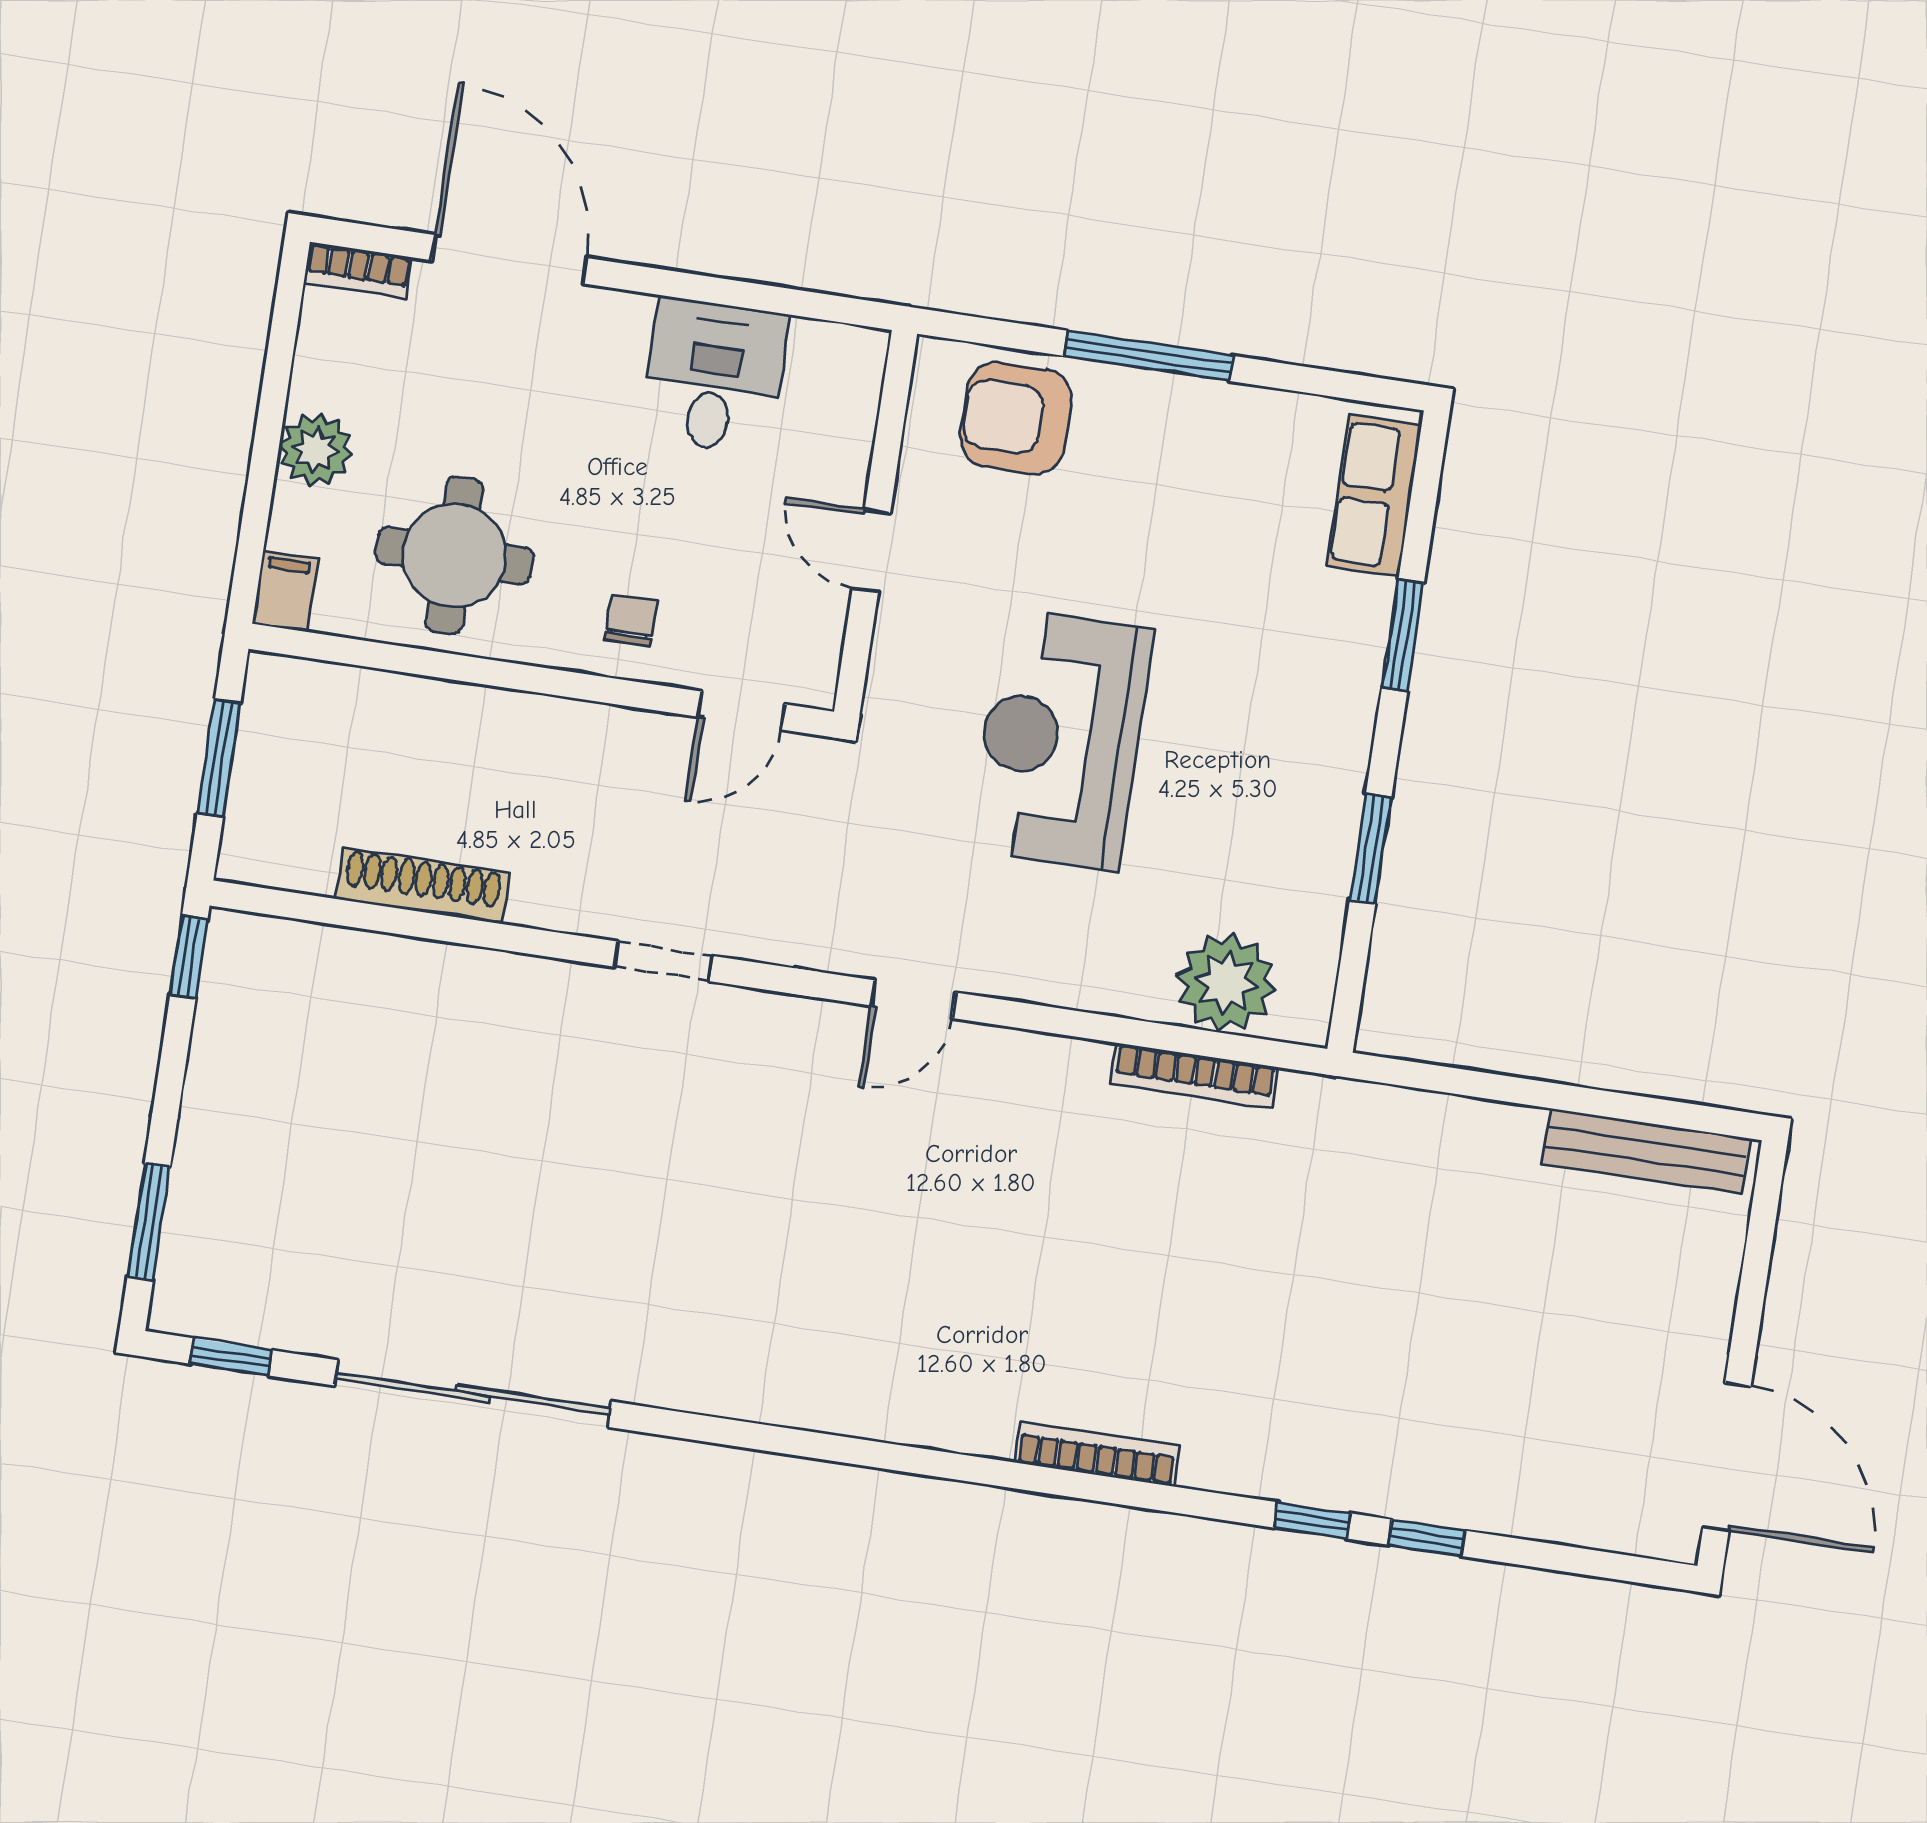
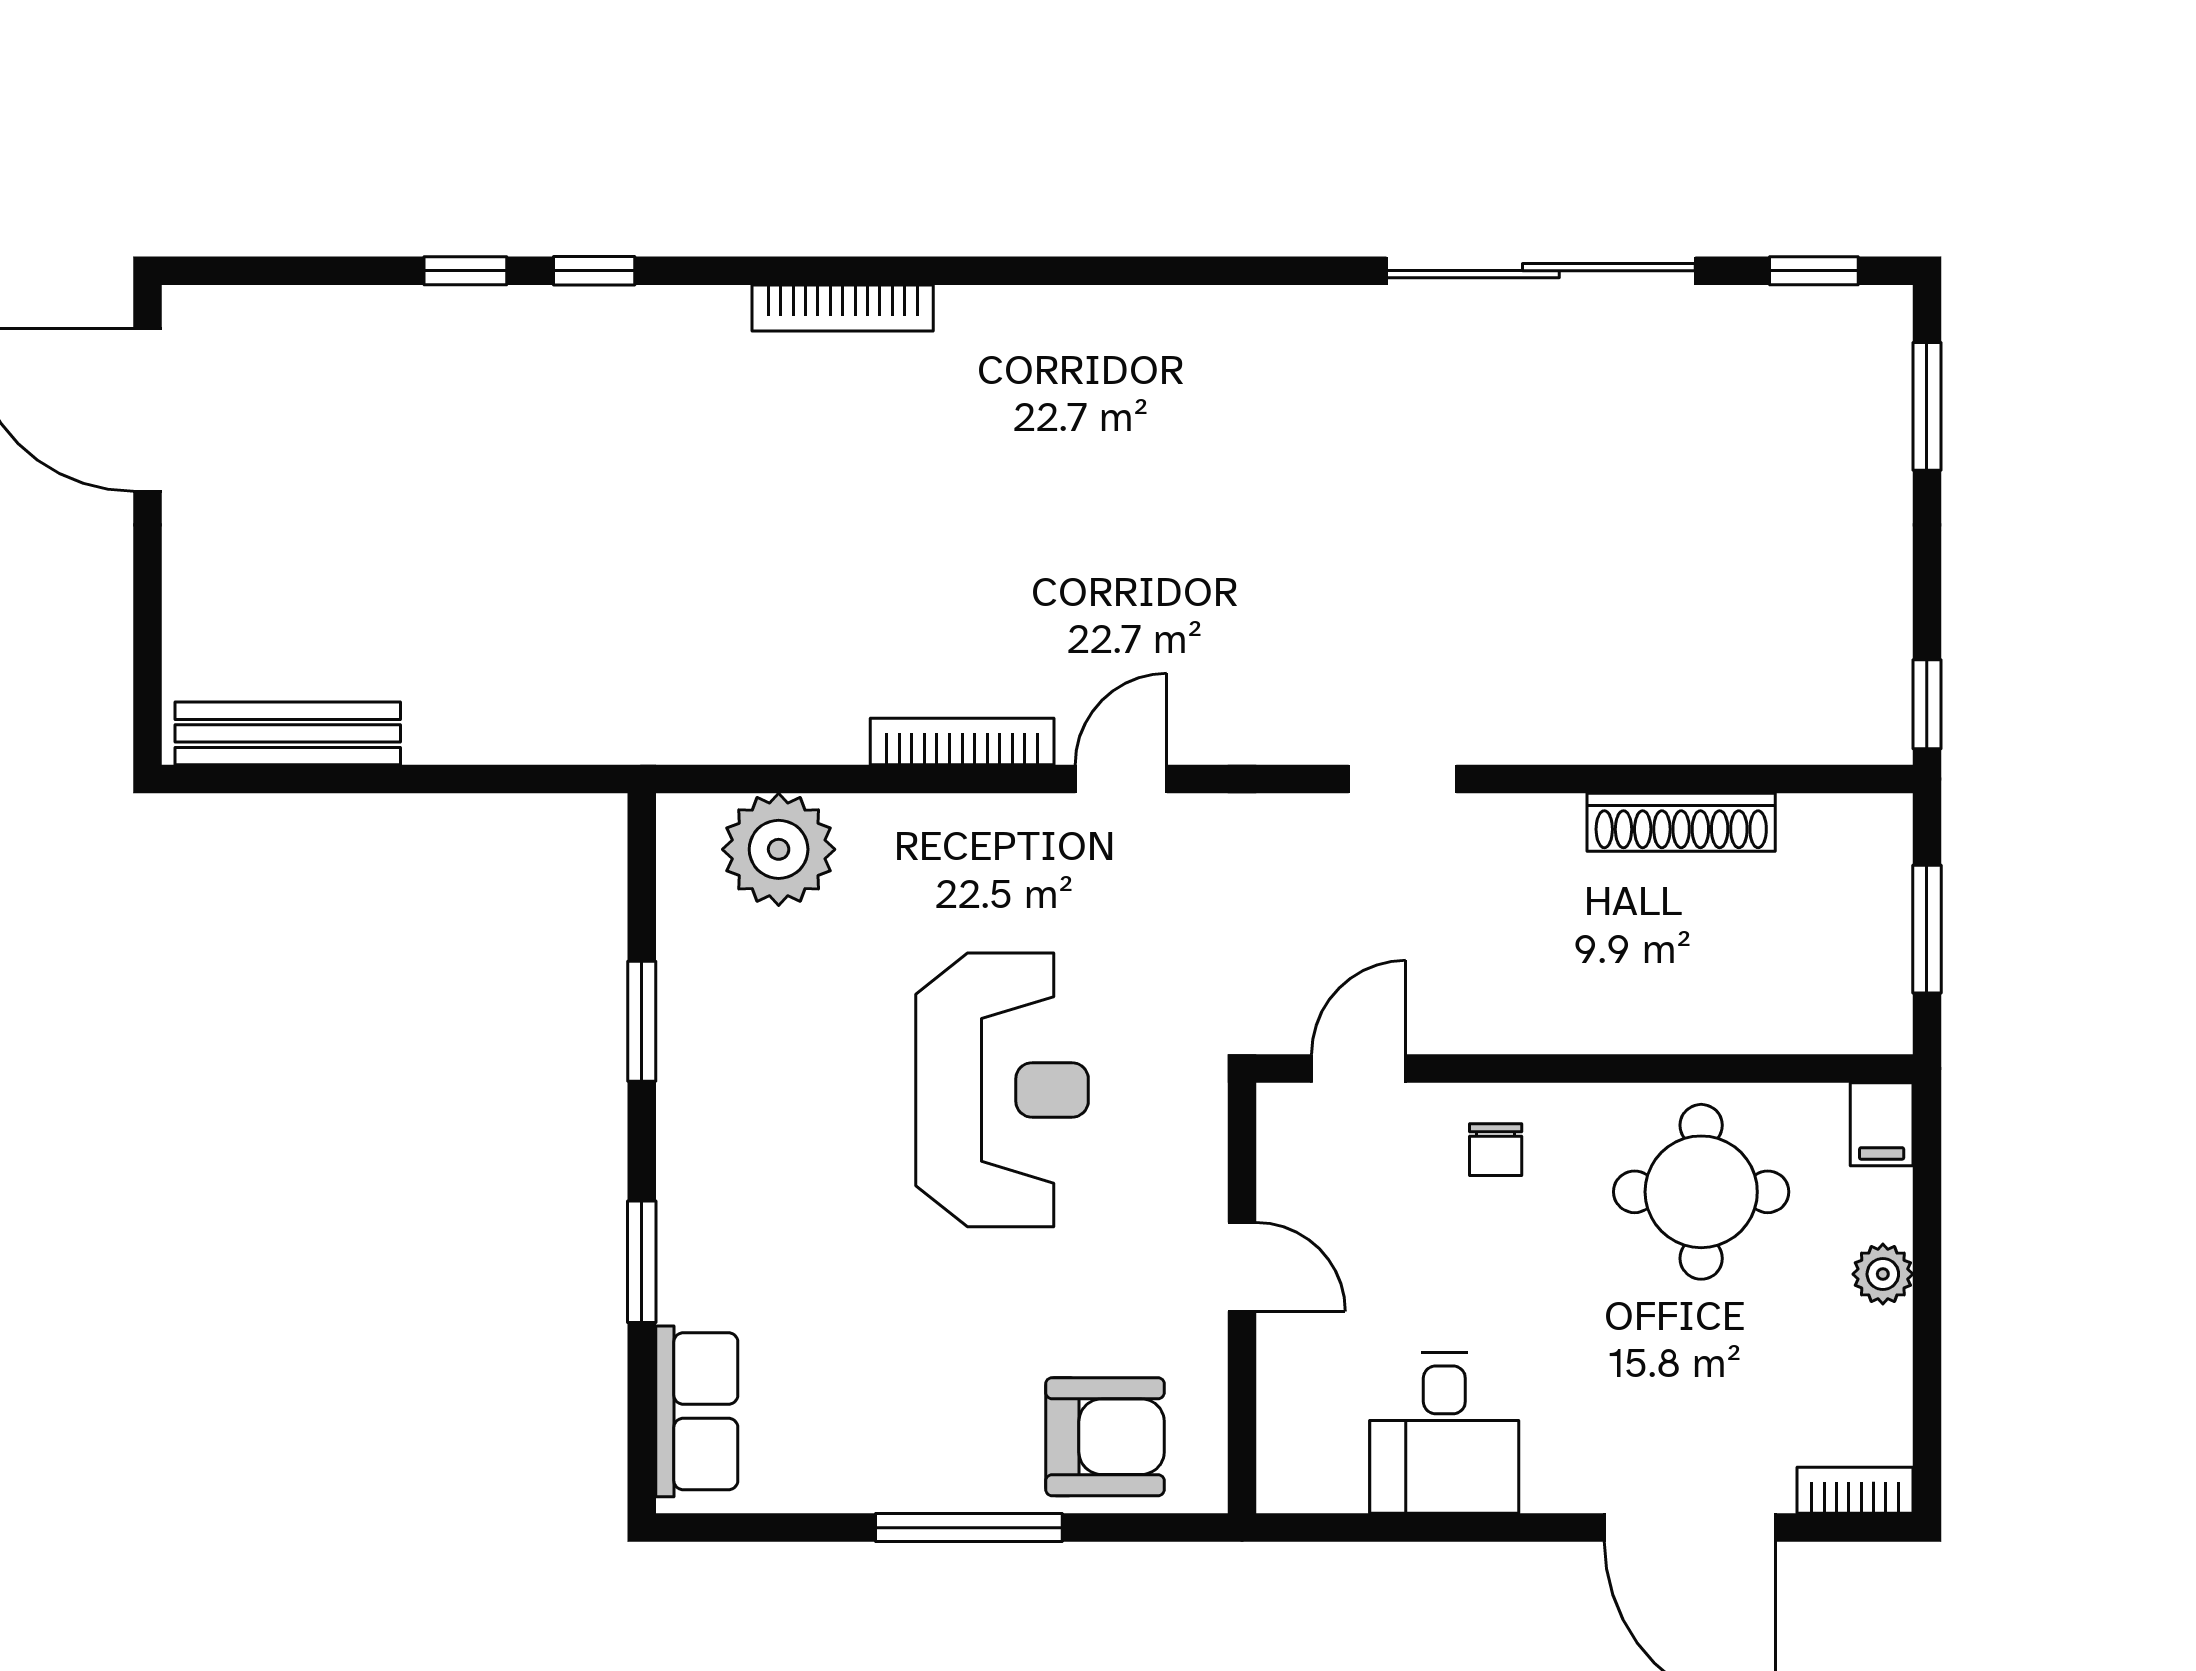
plant: (316, 450) -> (1883, 1274), width x0.73, depth x0.73
bookcase: (1195, 1076) -> (962, 741), moved

